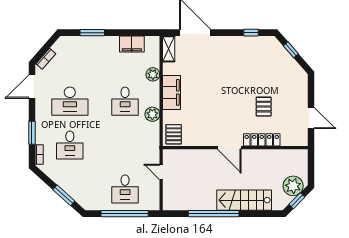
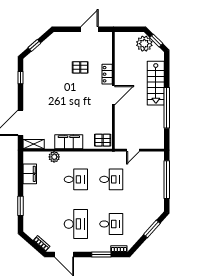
plant: (152, 114) -> (86, 157), removed
locker: (262, 140) -> (107, 74), width x0.66
desk: (125, 189) -> (111, 179), moved

